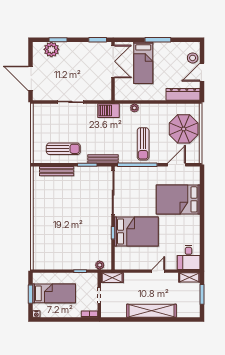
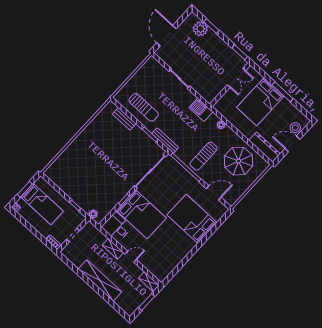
double door: (113, 61) -> (236, 78), width x0.73
bed: (143, 63) -> (260, 102), width x1.50
parasol: (184, 129) -> (239, 161), moved
bench: (57, 171) -> (124, 119), width x0.73
desk: (189, 257) -> (117, 227), moved, turned 90
shelving: (112, 278) -> (113, 249), moved

